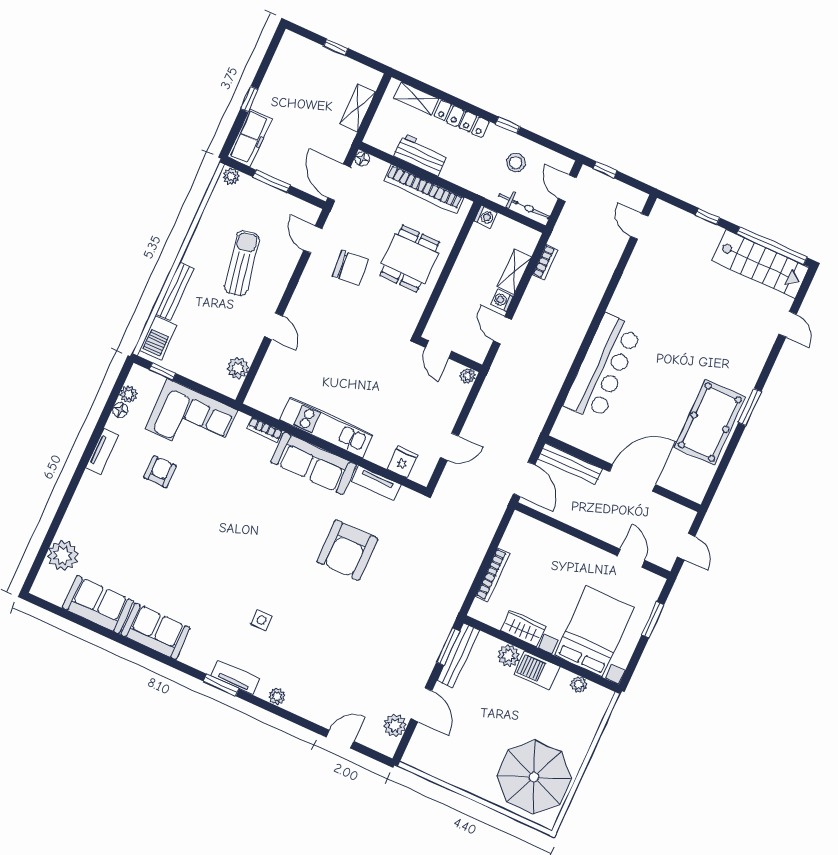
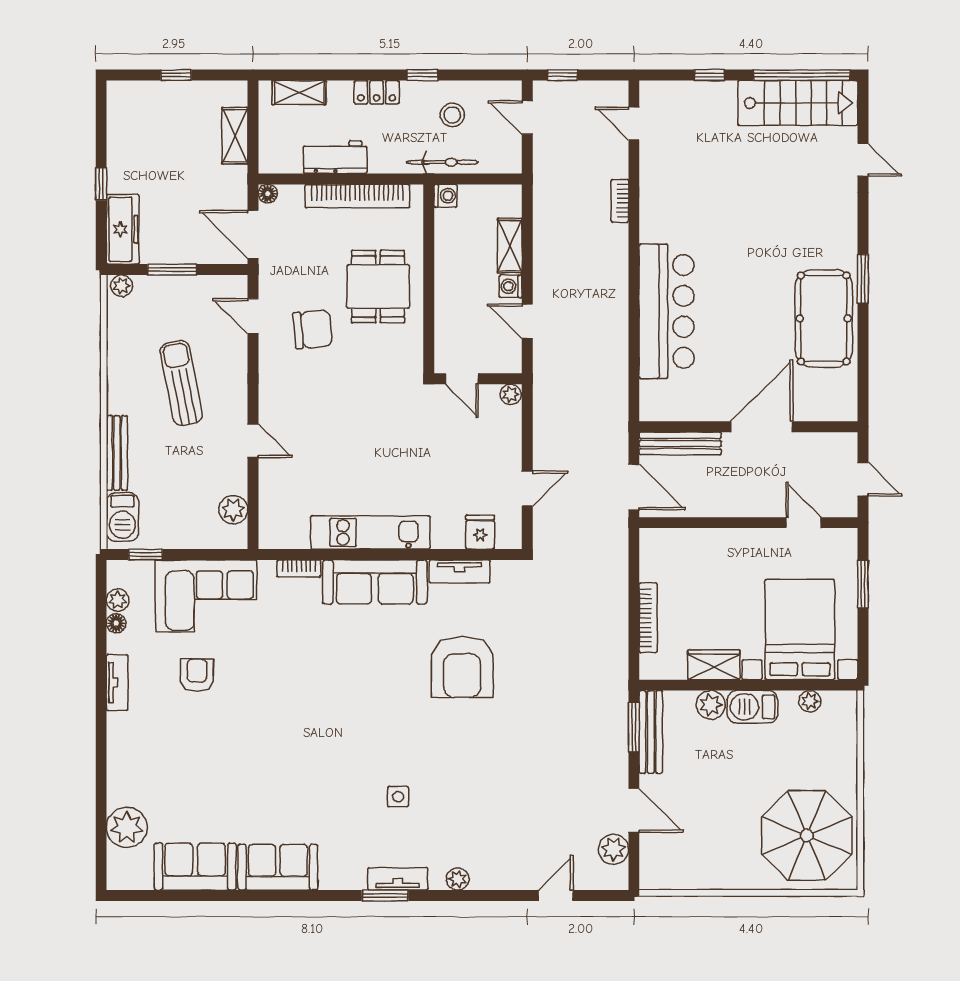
locker: (462, 119) -> (377, 92), width x0.66
bicycle: (524, 206) -> (442, 162), moved
bookcase: (545, 262) -> (620, 201), moved, turned 180

